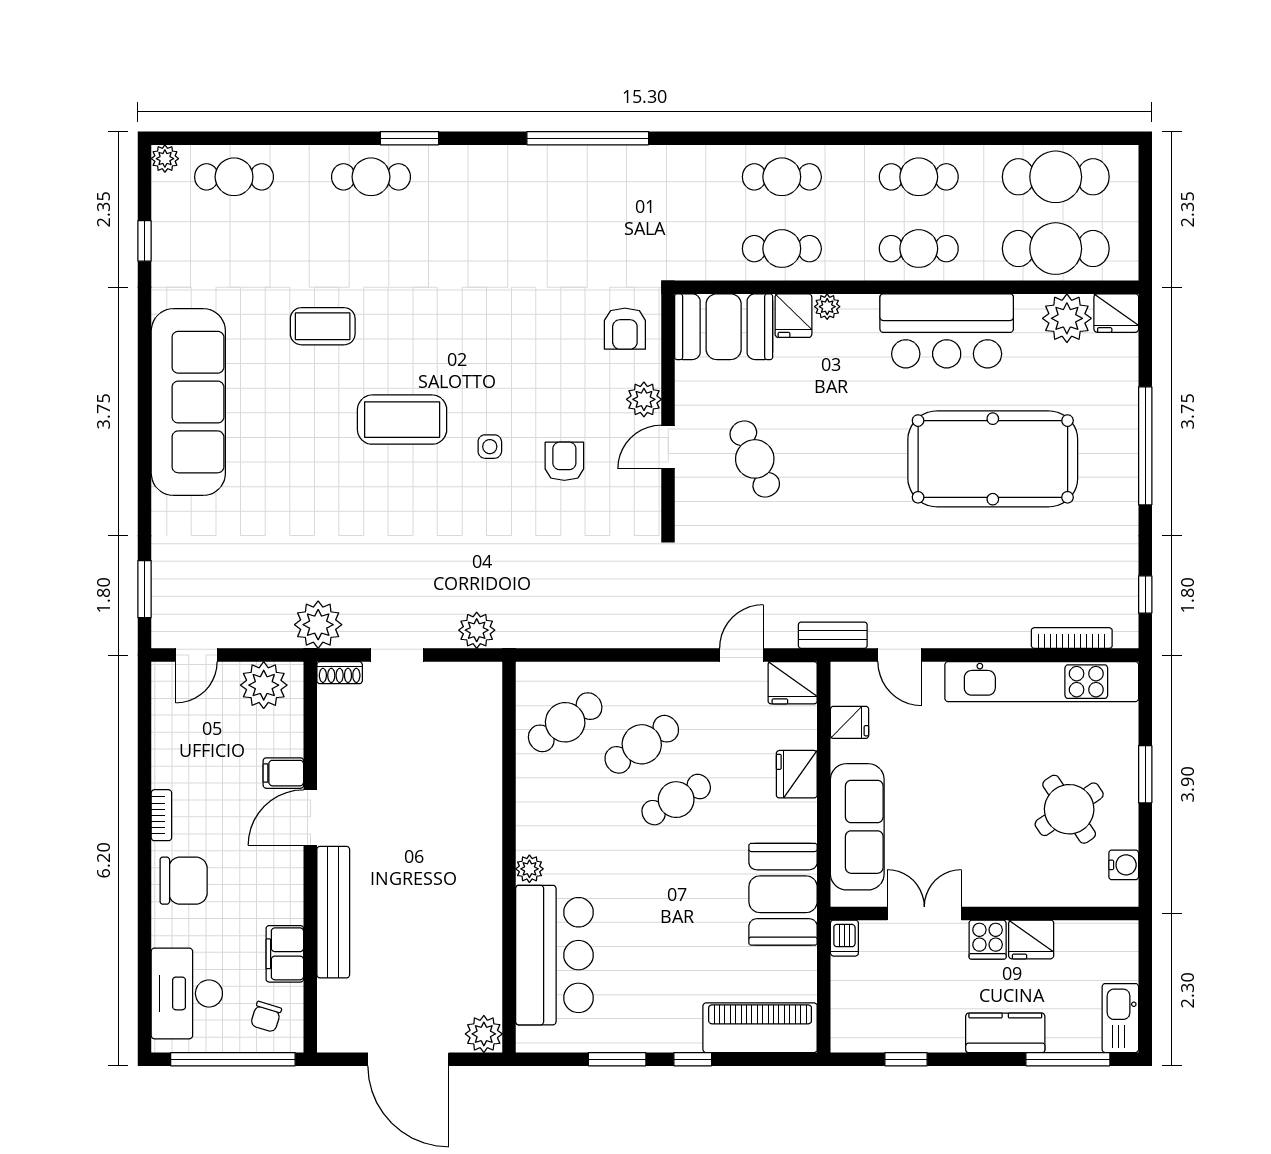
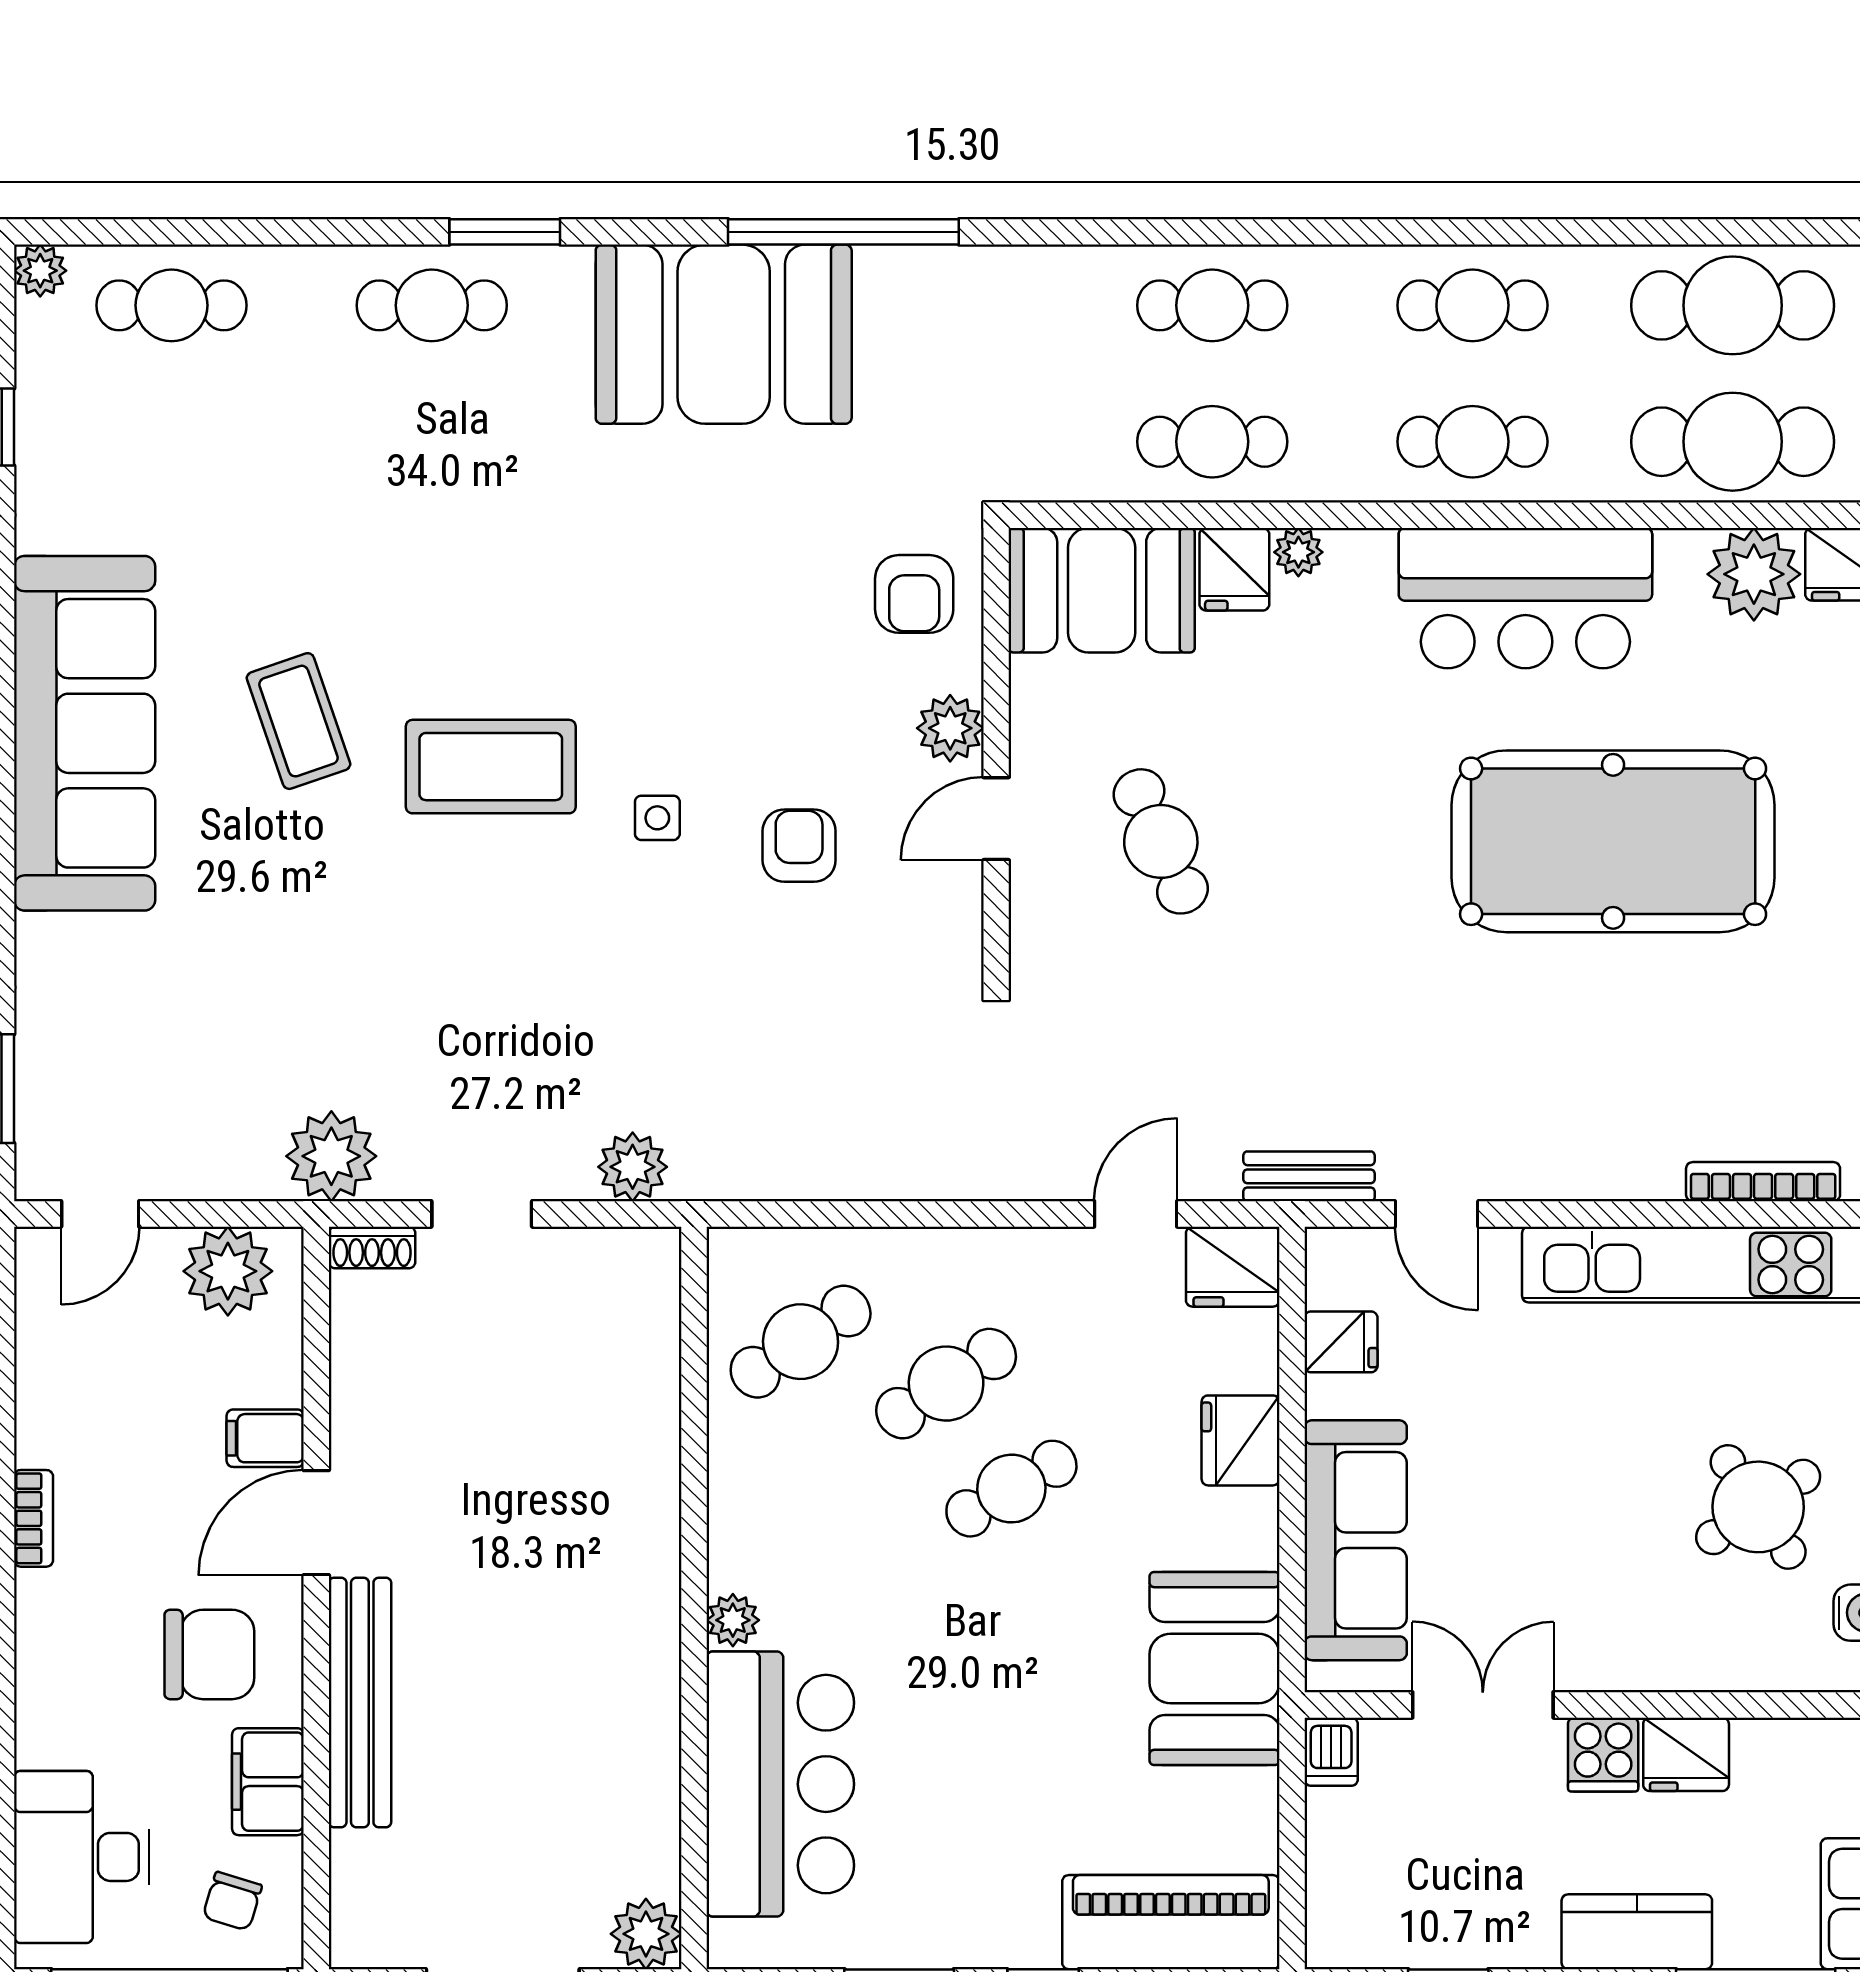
booth: (525, 192) -> (724, 334), added
coffee table: (323, 326) -> (299, 721), moved, turned 71
chair: (184, 881) -> (209, 1654), moved

